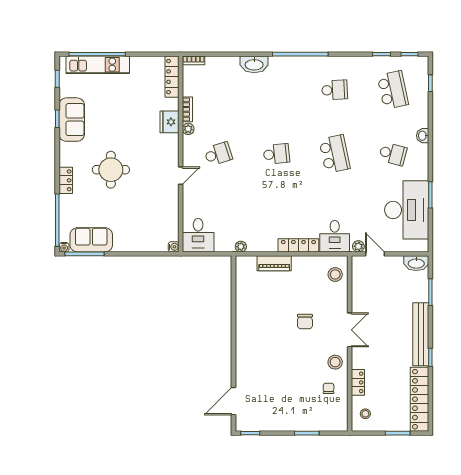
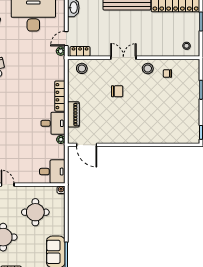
round table: (144, 213) -> (35, 212), added
desk: (335, 236) -> (53, 123), moved
locker: (358, 382) -> (80, 51), moved
door: (234, 401) -> (87, 145), moved

